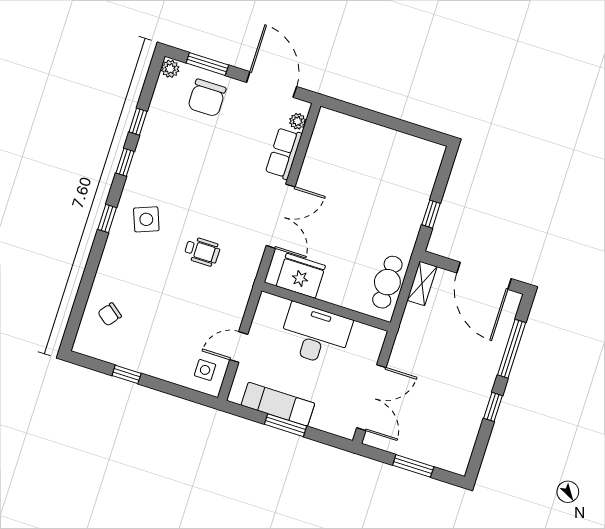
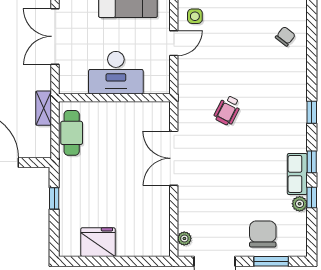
plant: (170, 69) -> (300, 204), moved
row of seats: (284, 153) -> (297, 174), moved, turned 180
side table: (146, 219) -> (280, 122), removed
wheelchair: (202, 251) -> (228, 110), turned -63
fridge: (301, 276) -> (98, 242), moved, turned 180
shelving: (422, 283) -> (44, 108), moved

